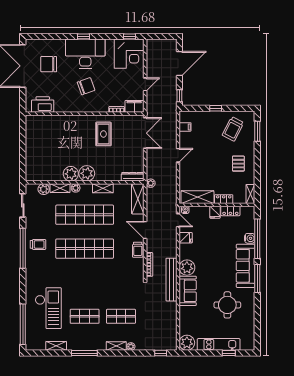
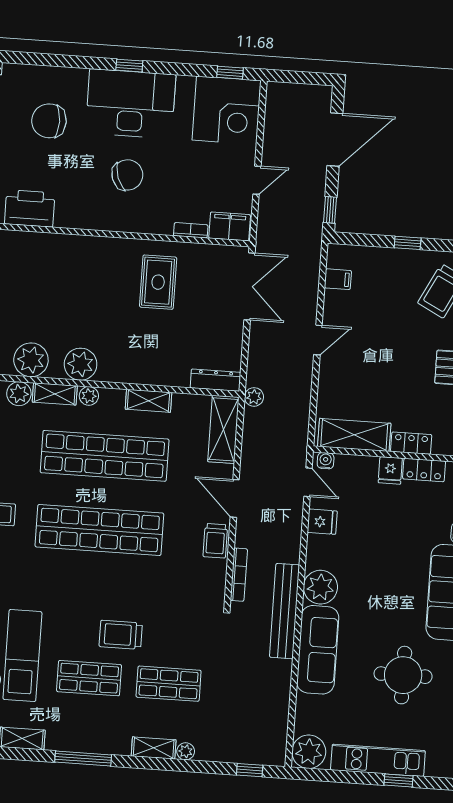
plant: (87, 173) -> (31, 360), moved
sofa: (188, 291) -> (318, 650), width x1.36
trolley: (98, 296) -> (121, 635), added

